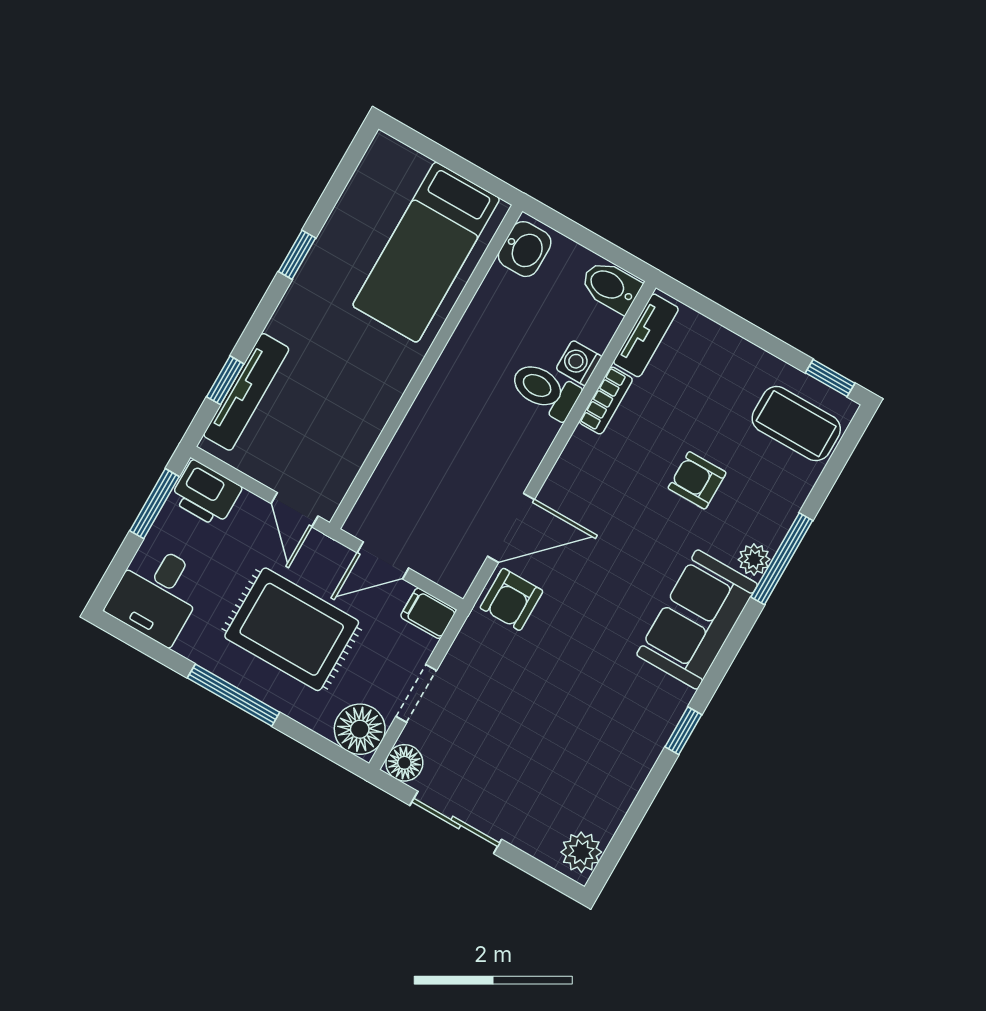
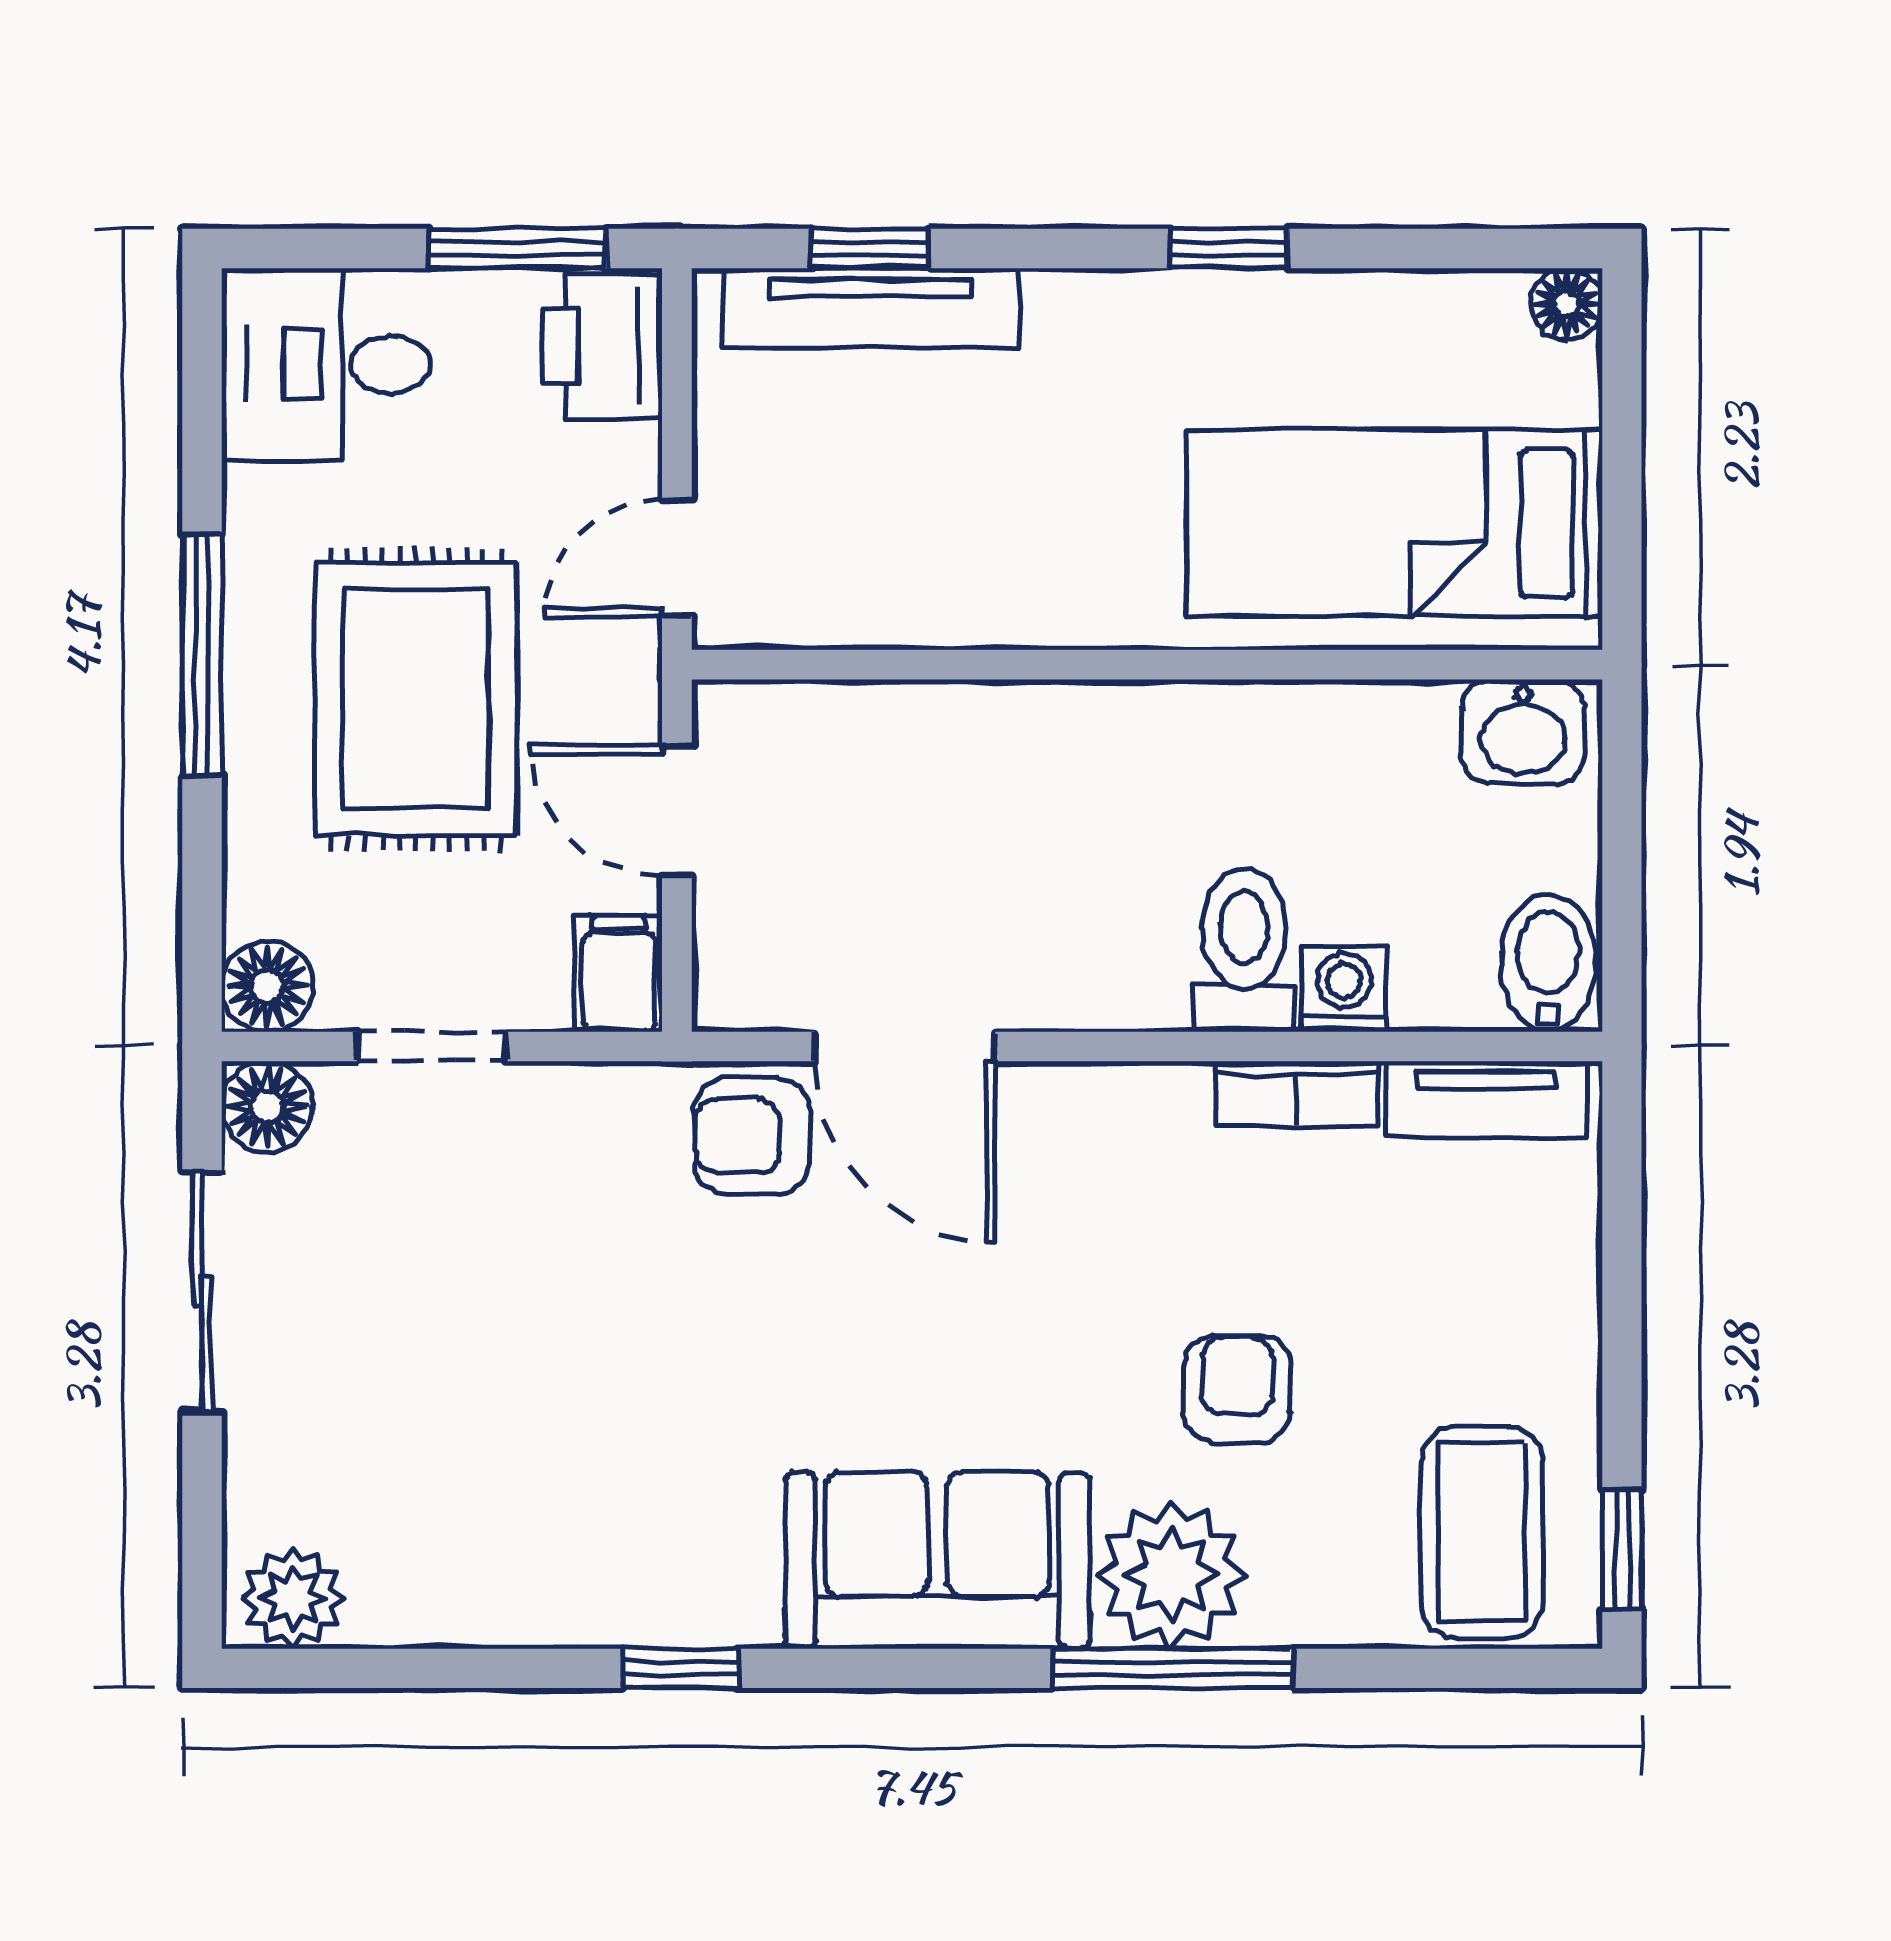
floor lamp: (384, 148) -> (1567, 304), added
plant: (754, 559) -> (1171, 1575), width x1.88, depth x1.88
floor lamp: (360, 729) -> (267, 986), width x0.73, depth x0.73

